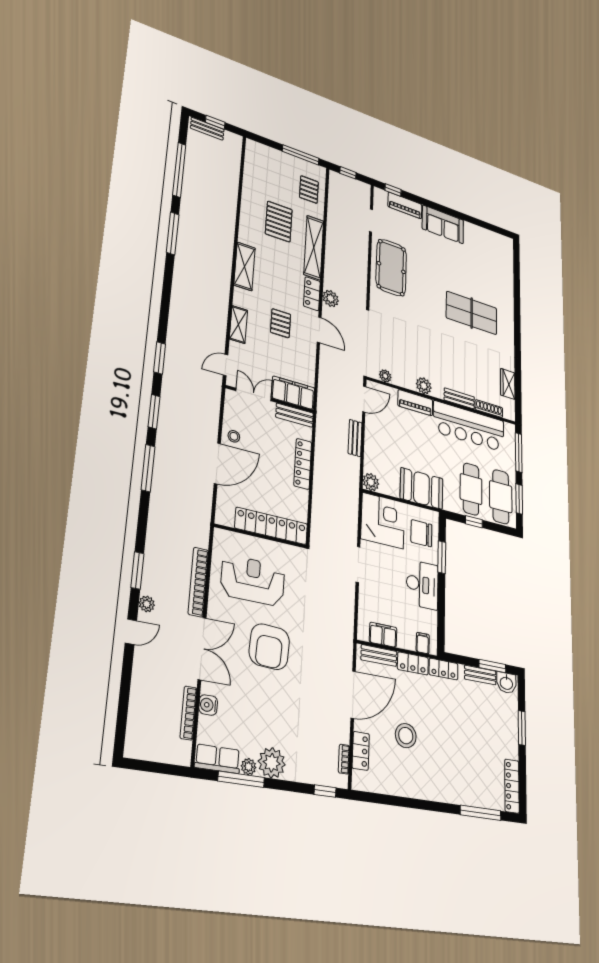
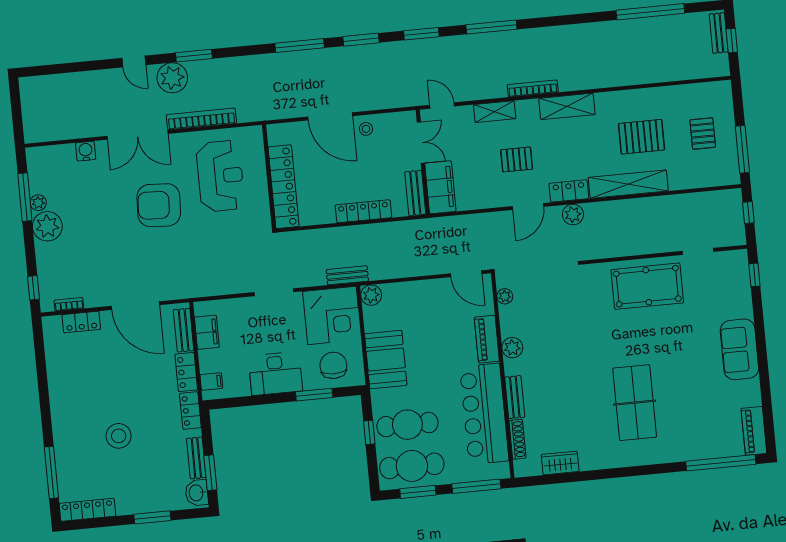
pallet: (309, 190) -> (703, 134), moved, turned 90
piano: (405, 205) -> (754, 431), moved
window: (173, 233) -> (491, 27), moved
window: (517, 272) -> (721, 463), added
bench: (355, 438) -> (347, 275), moved
plant: (147, 604) -> (172, 78), width x1.87, depth x1.87
bookcase: (188, 713) -> (533, 88), moved
stool: (406, 736) -> (119, 436), moved
row of seats: (218, 759) -> (38, 170), removed

